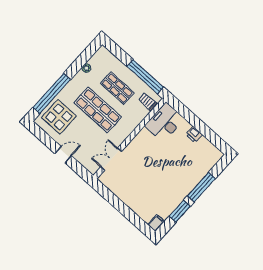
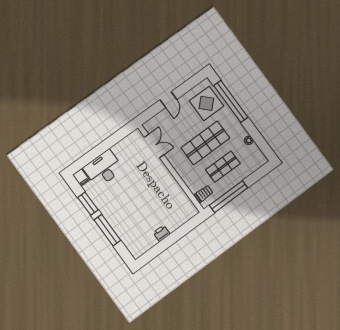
desk: (165, 122) -> (103, 169), moved, turned -90

